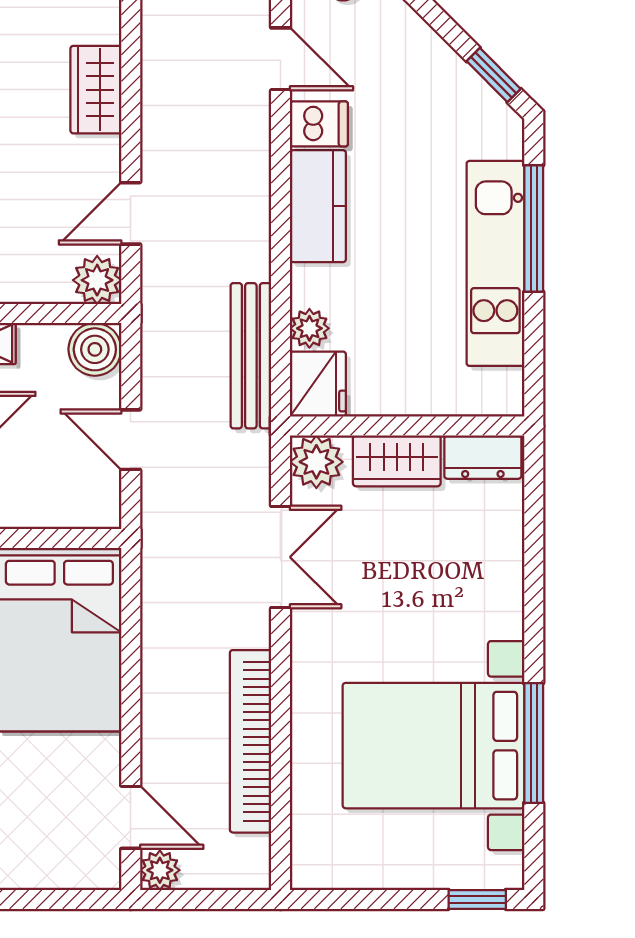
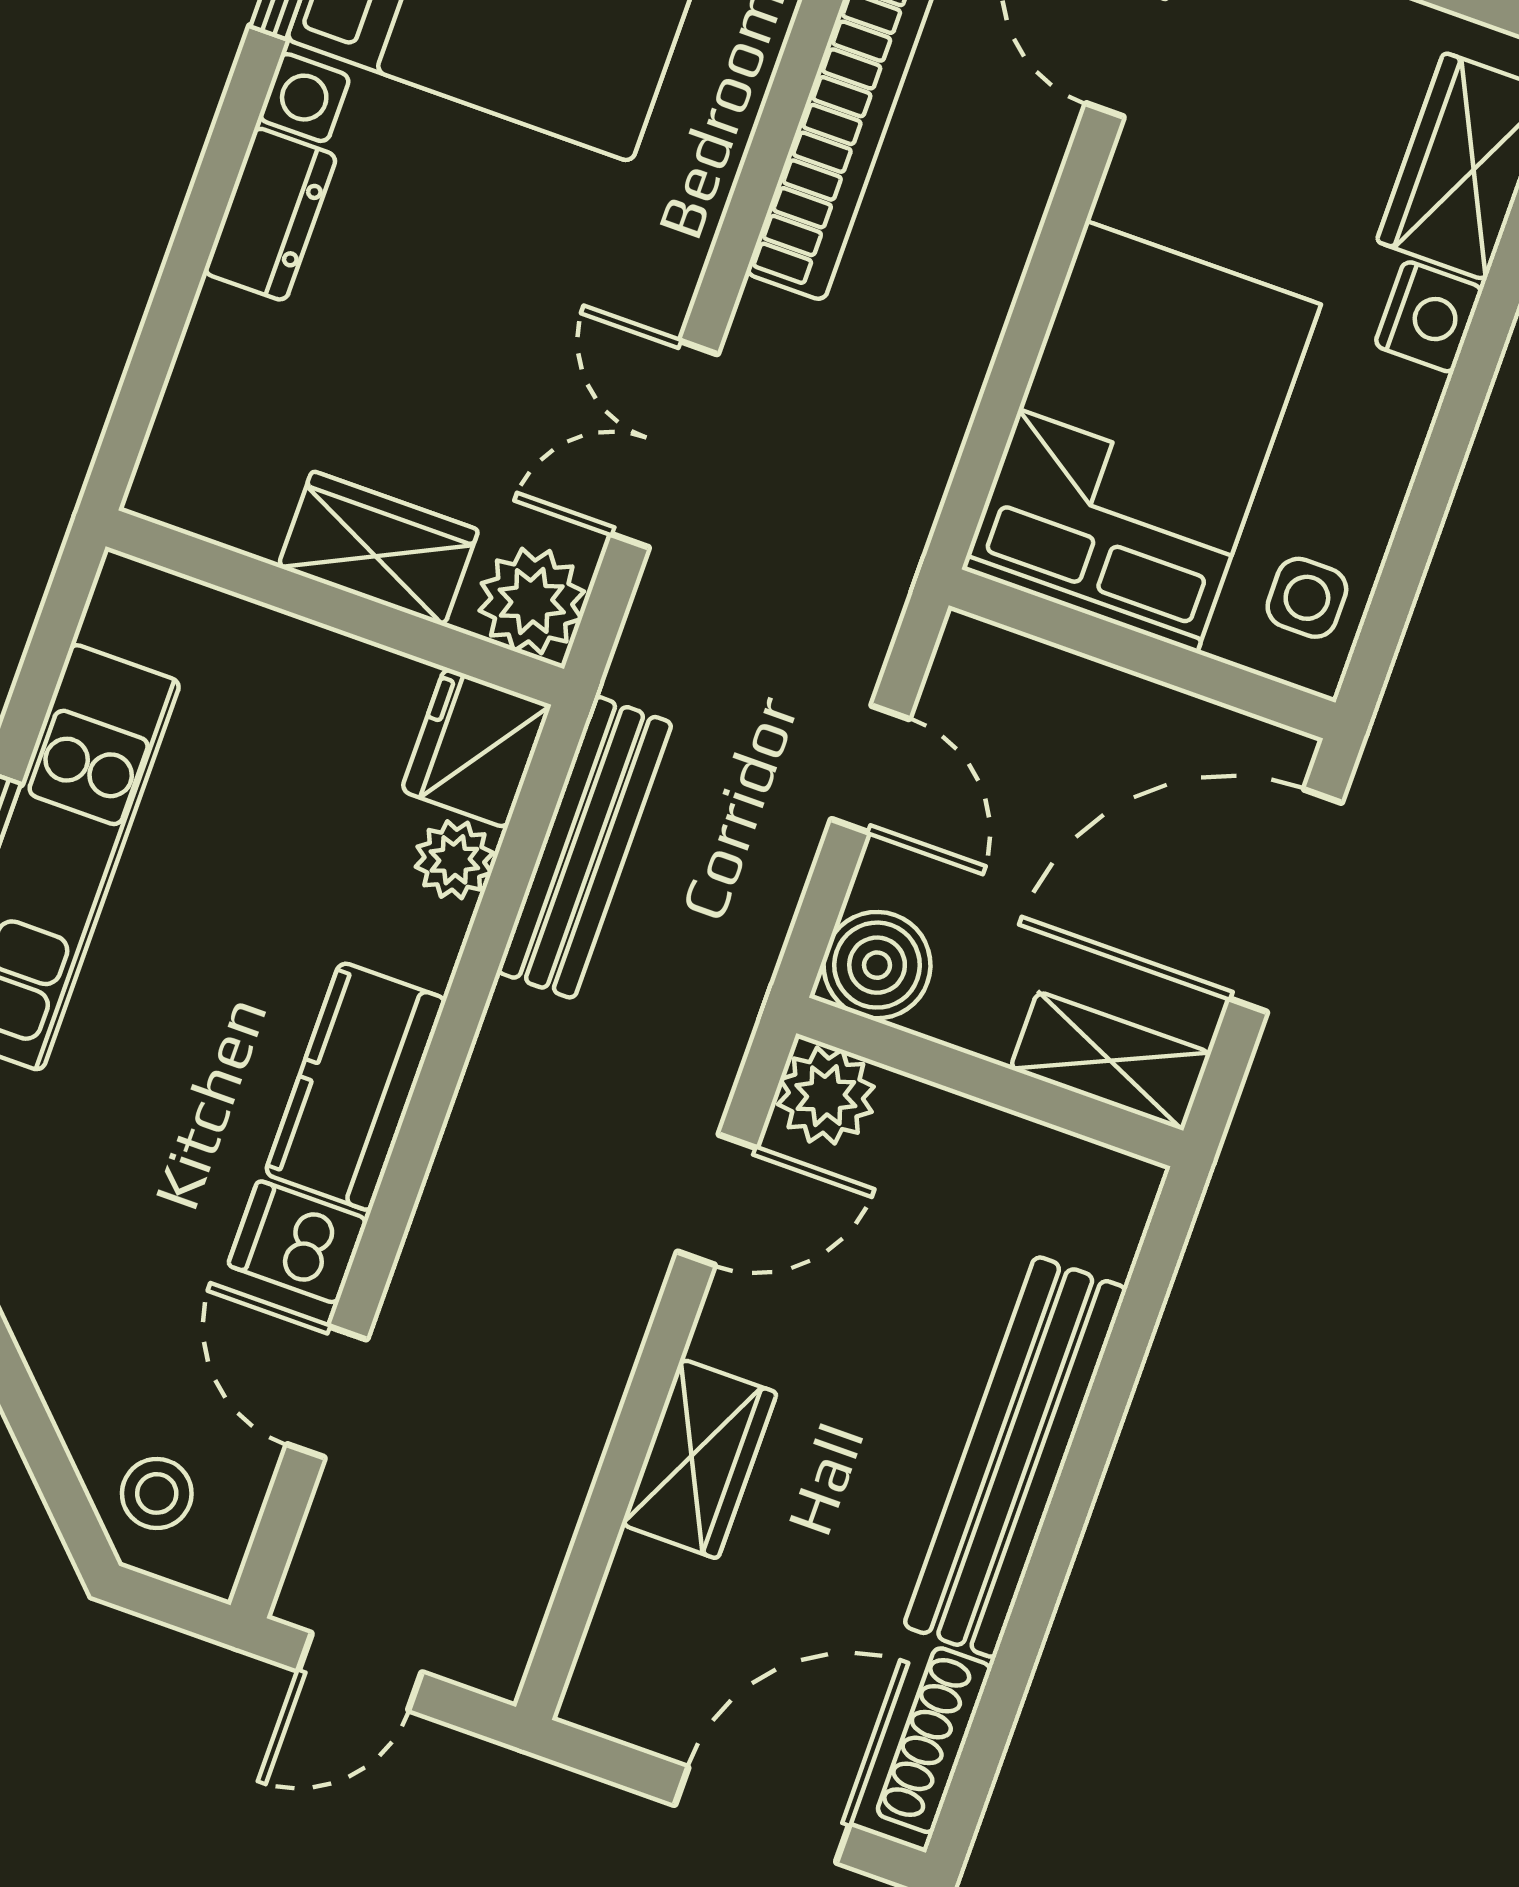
dresser: (483, 457) -> (270, 214), moved, turned 90

